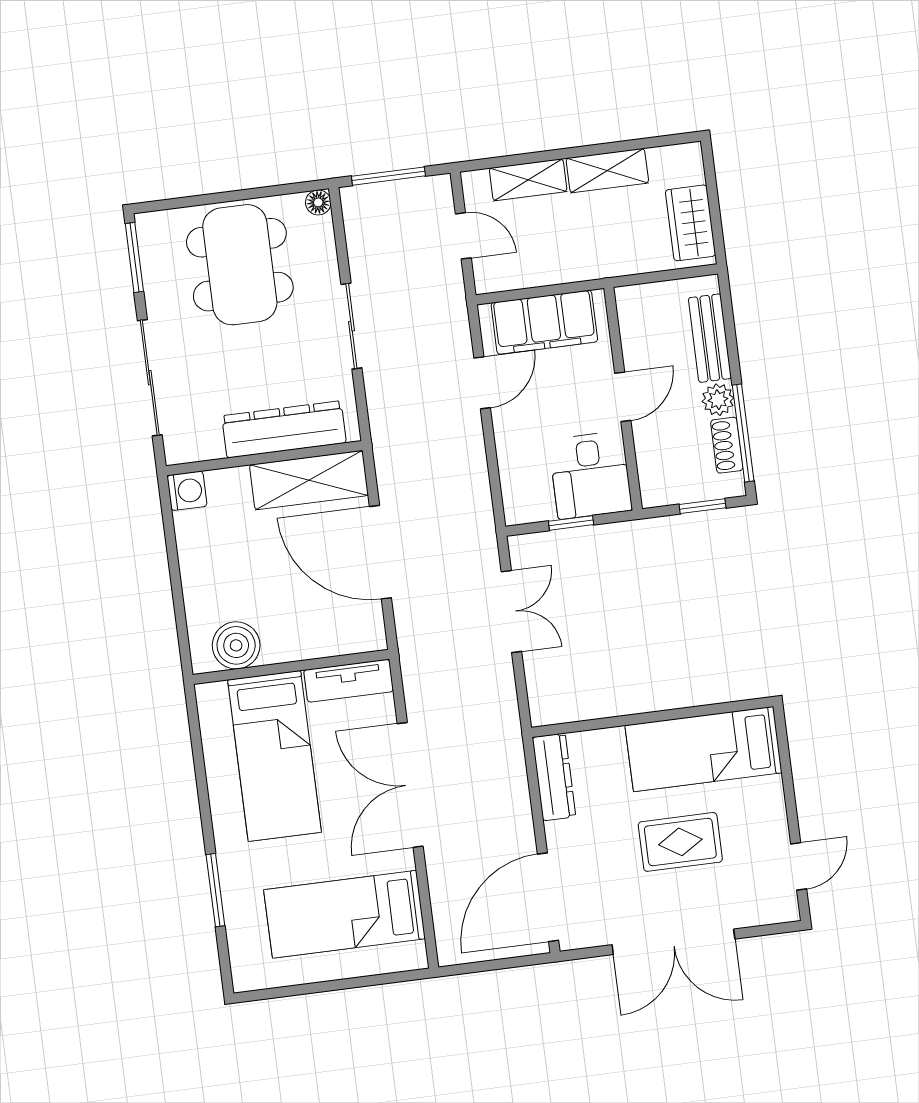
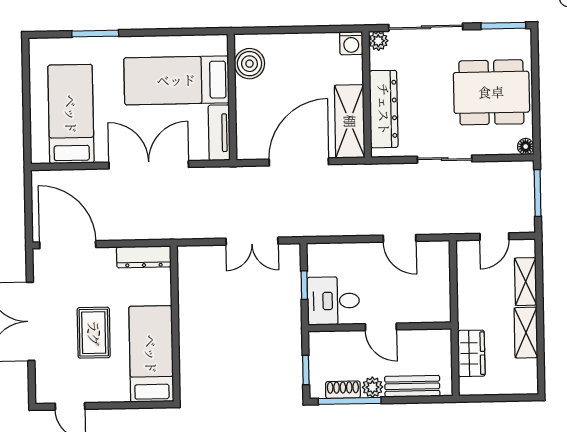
wardrobe: (690, 223) -> (471, 353), moved, turned 90
filing cabinet: (544, 322) -> (434, 282), removed
plant: (179, 449) -> (378, 41), added

